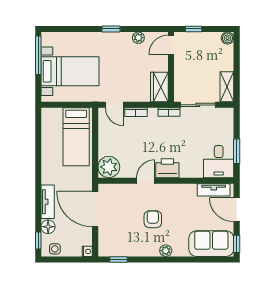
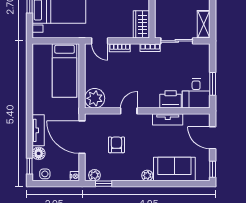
printer: (167, 168) -> (171, 99), moved
tv unit: (214, 190) -> (168, 119), moved
armchair: (153, 219) -> (116, 145), moved
sofa: (211, 244) -> (174, 169), moved
plant: (109, 250) -> (94, 175), added

